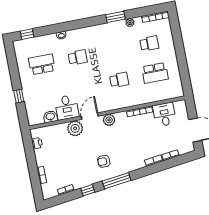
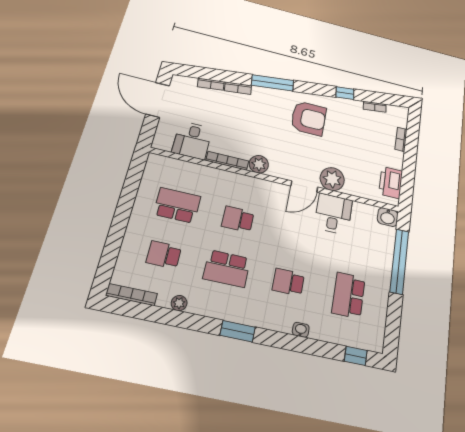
window: (115, 17) -> (238, 331), moved
school desk: (113, 50) -> (227, 269), added
school desk: (42, 64) -> (348, 295), turned 90
window: (19, 96) -> (399, 261), width x3.17
washbasin: (50, 117) -> (388, 217), moved
plant: (109, 120) -> (259, 164), moved
printer: (37, 143) -> (391, 182), width x1.87, depth x1.48
armchair: (104, 161) -> (309, 118), width x1.88, depth x1.88
window: (117, 181) -> (273, 83), moved

